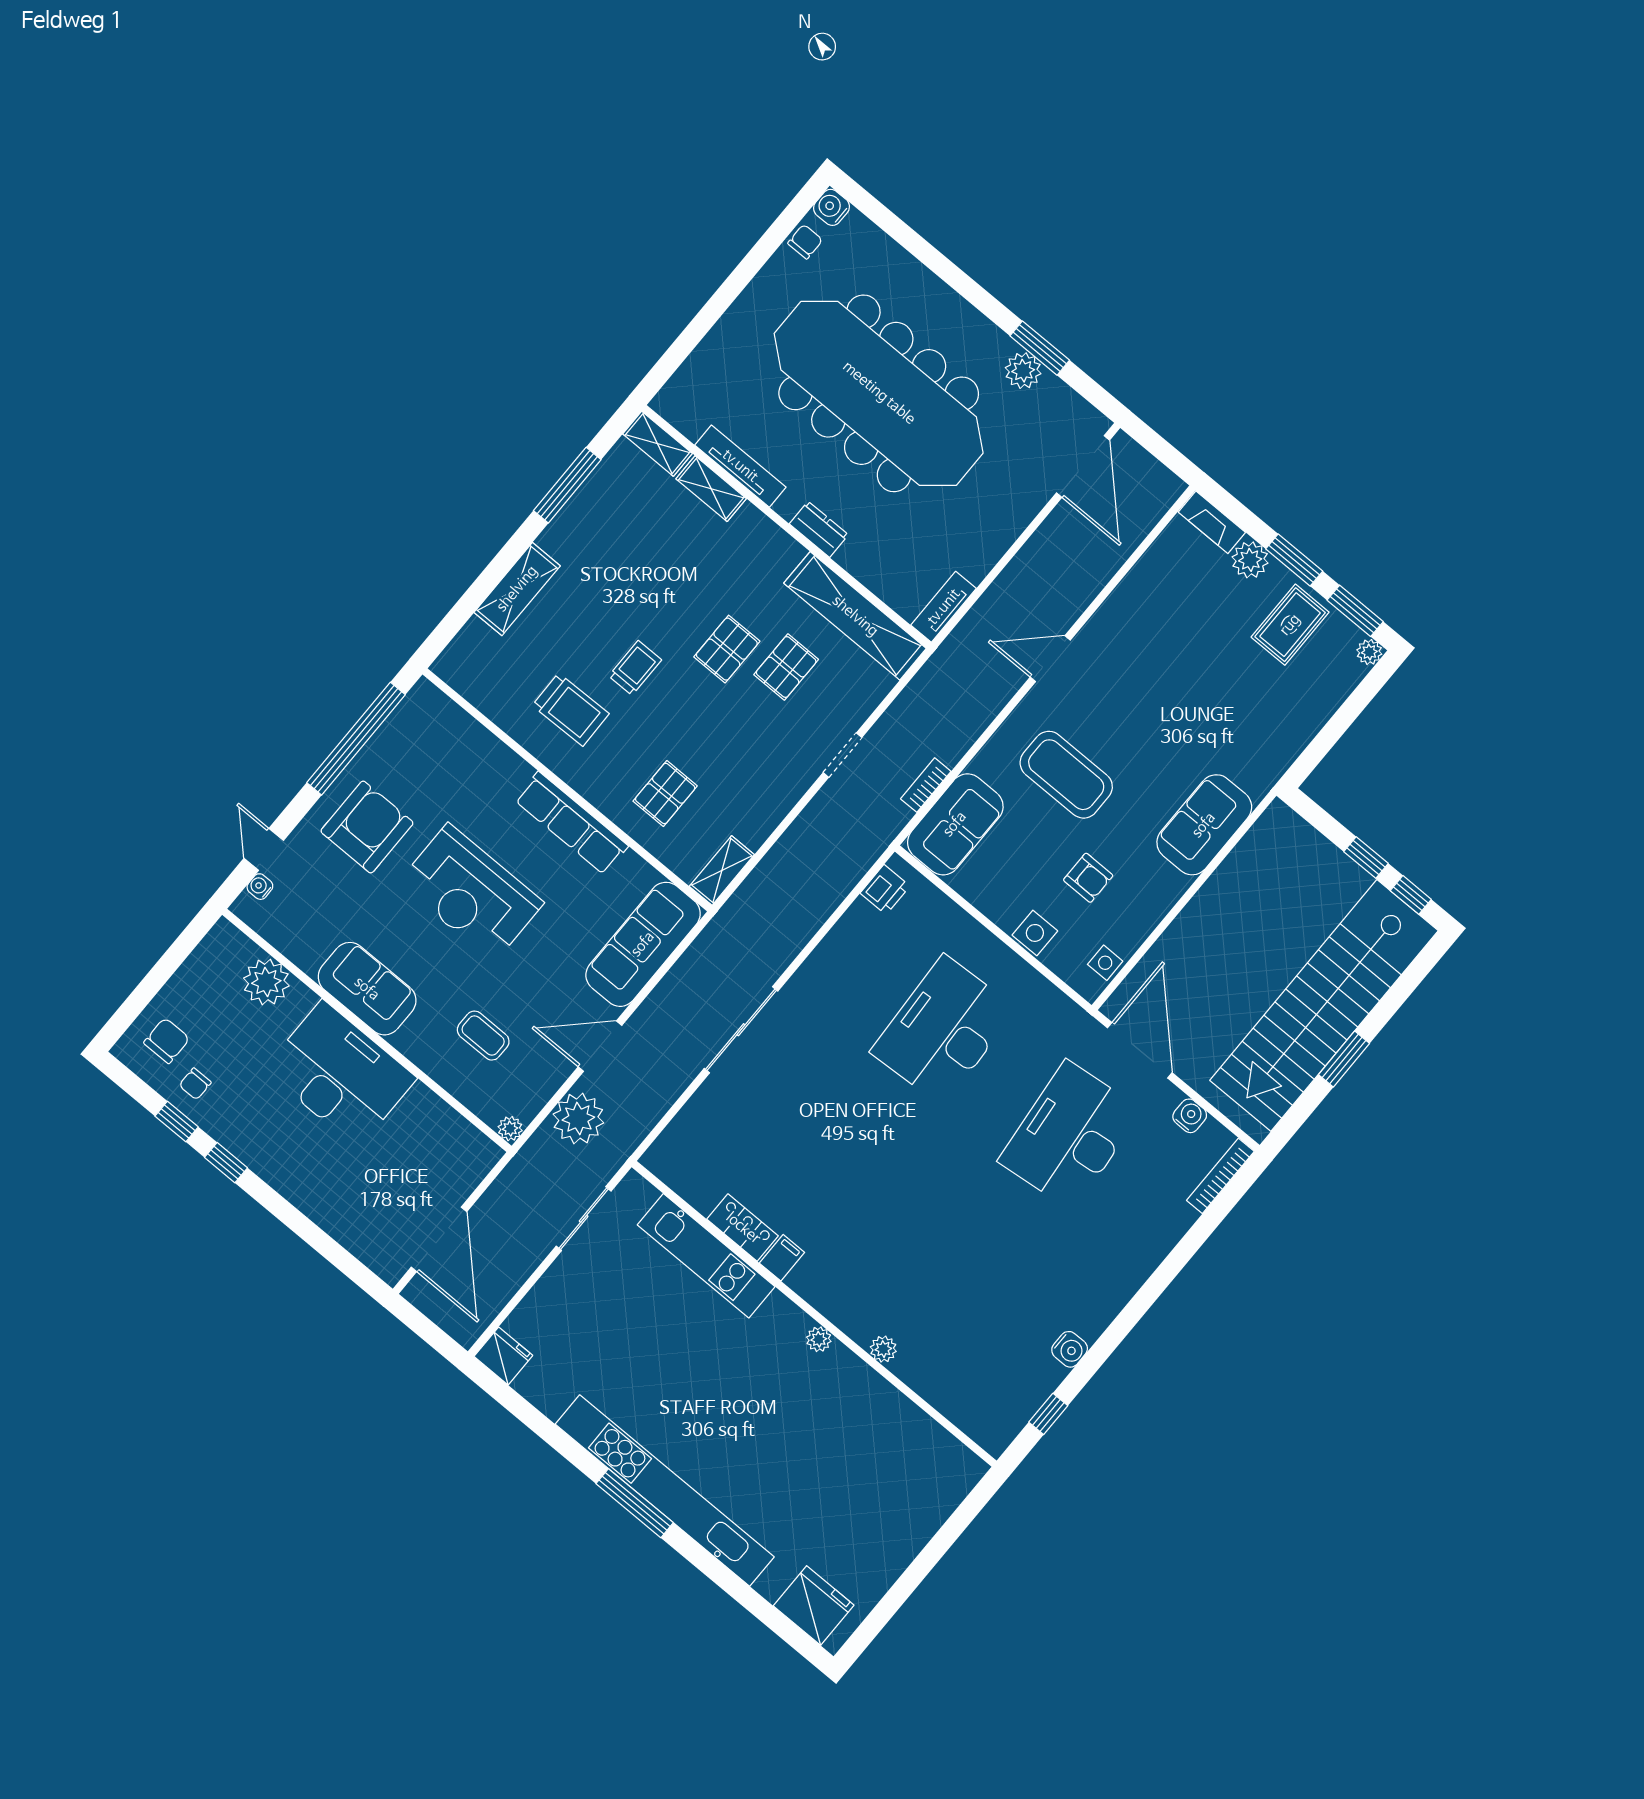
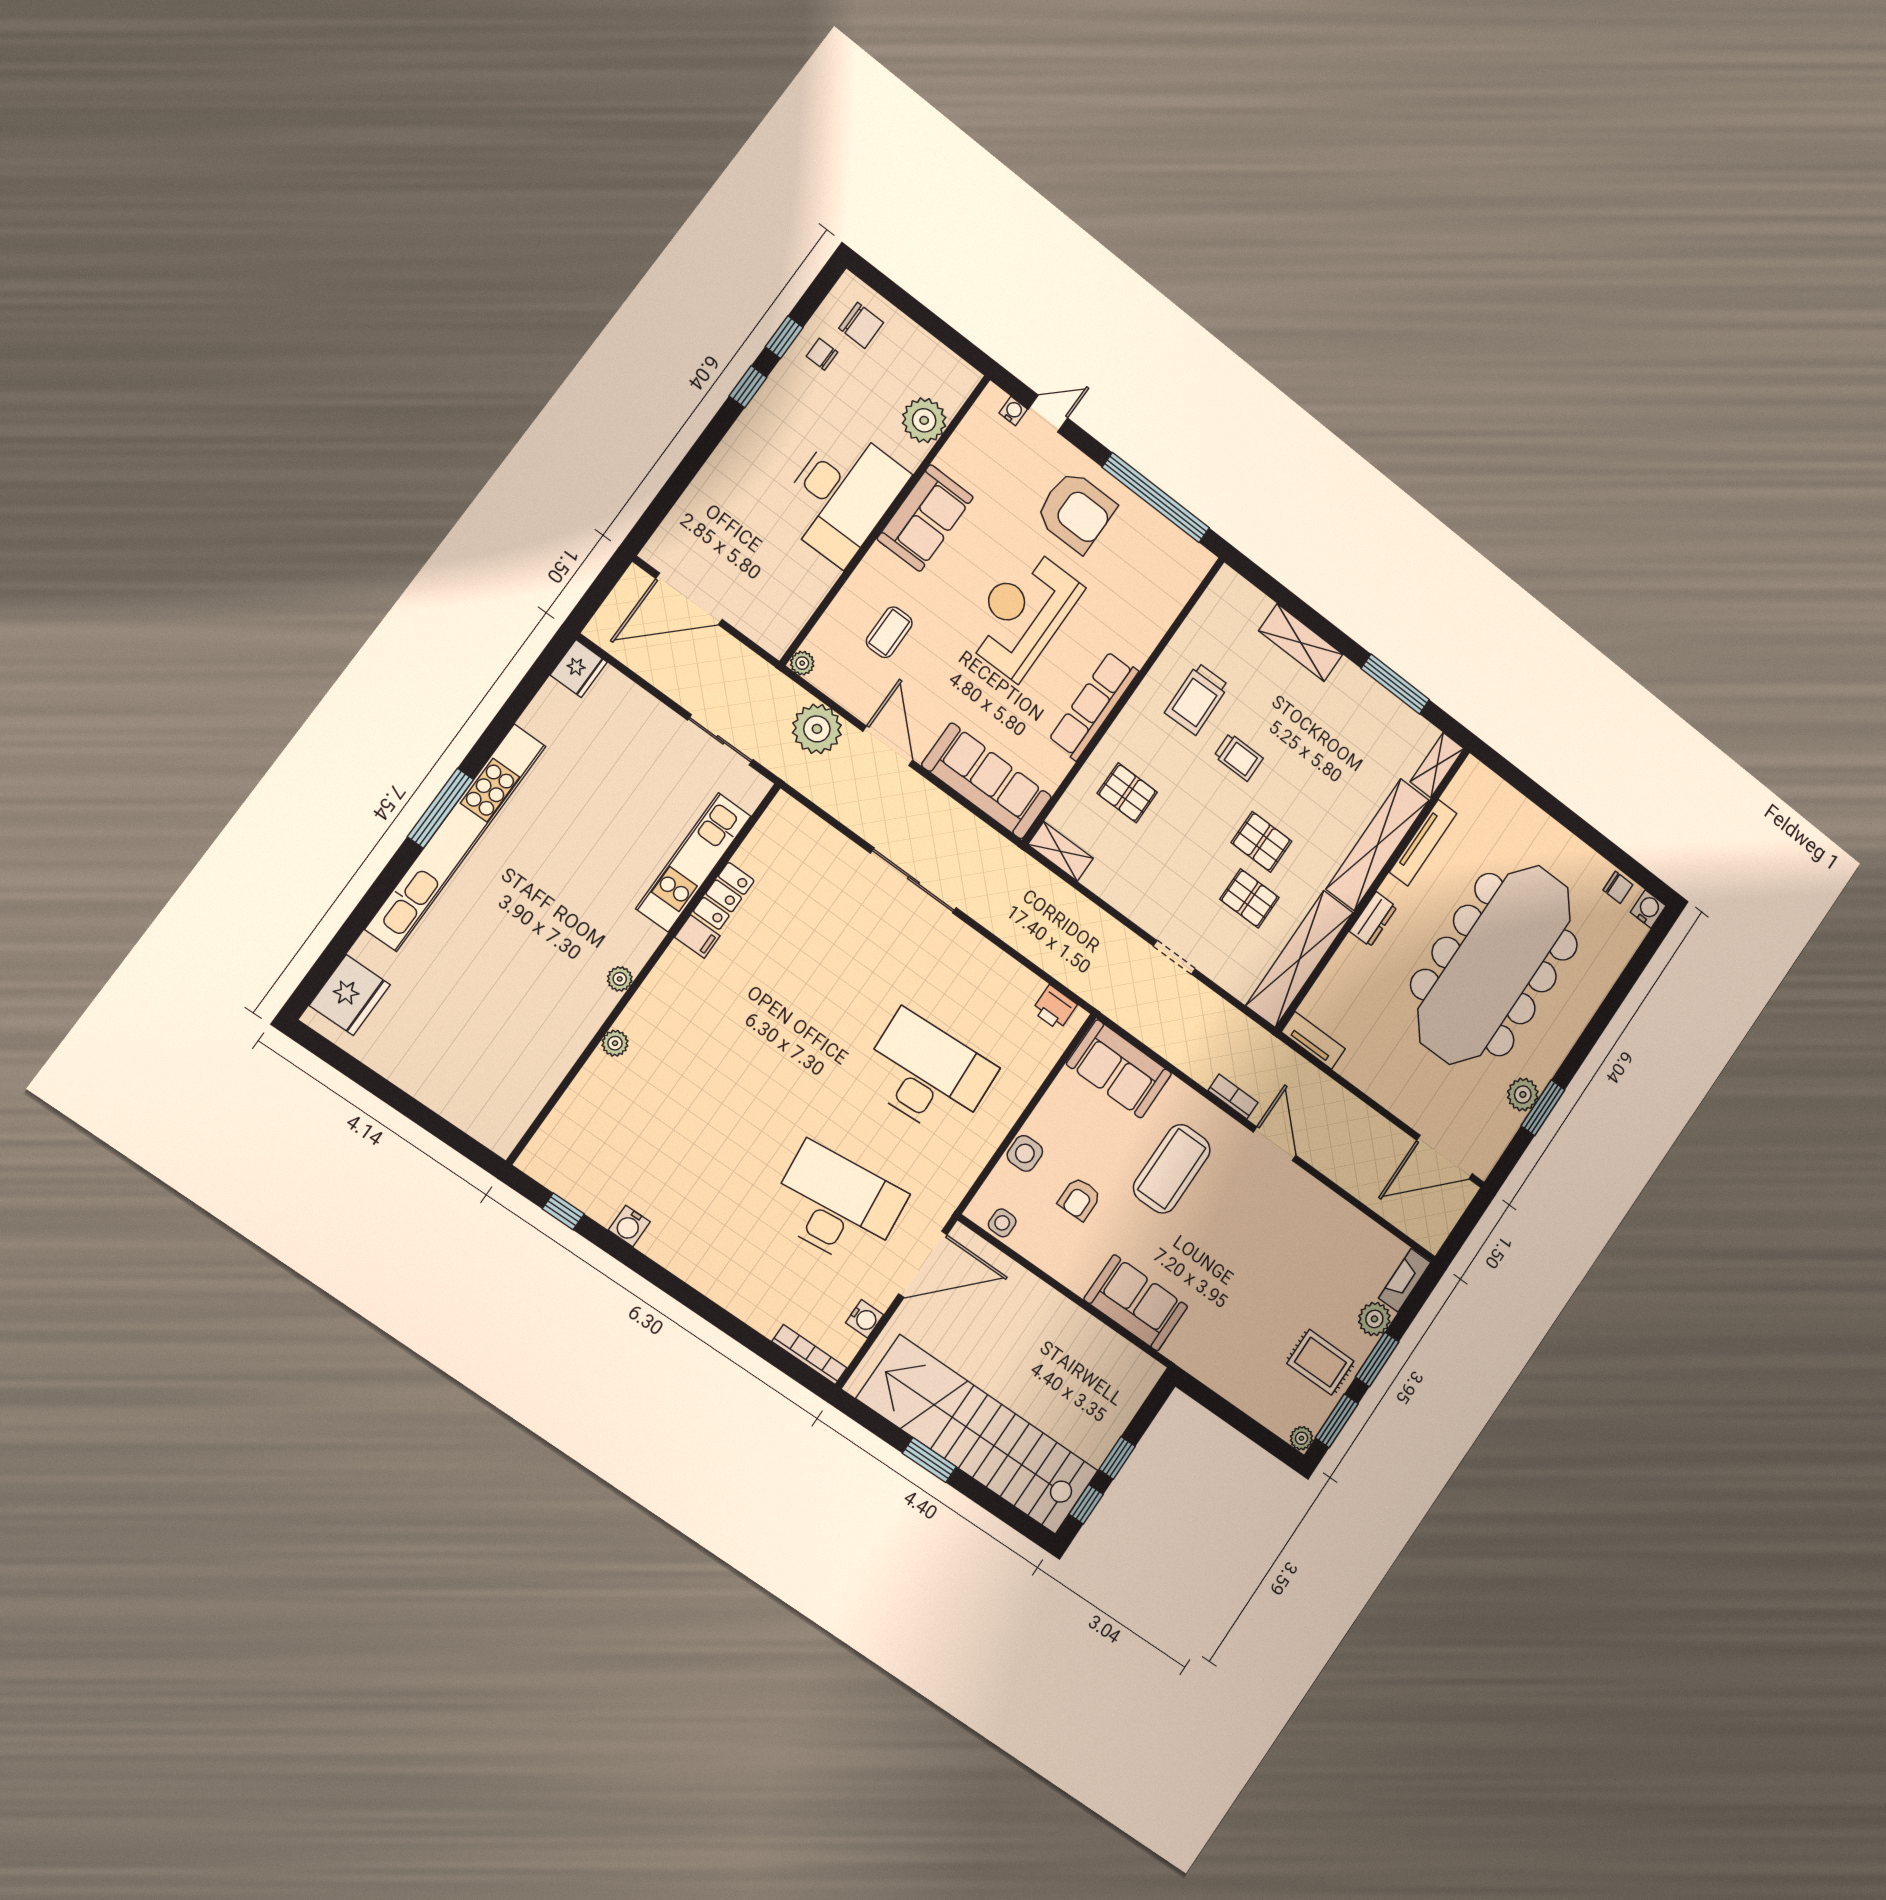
shelving: (711, 489) -> (1378, 845), width x2.20, depth x1.33
bookcase: (926, 785) -> (1233, 1097), moved

